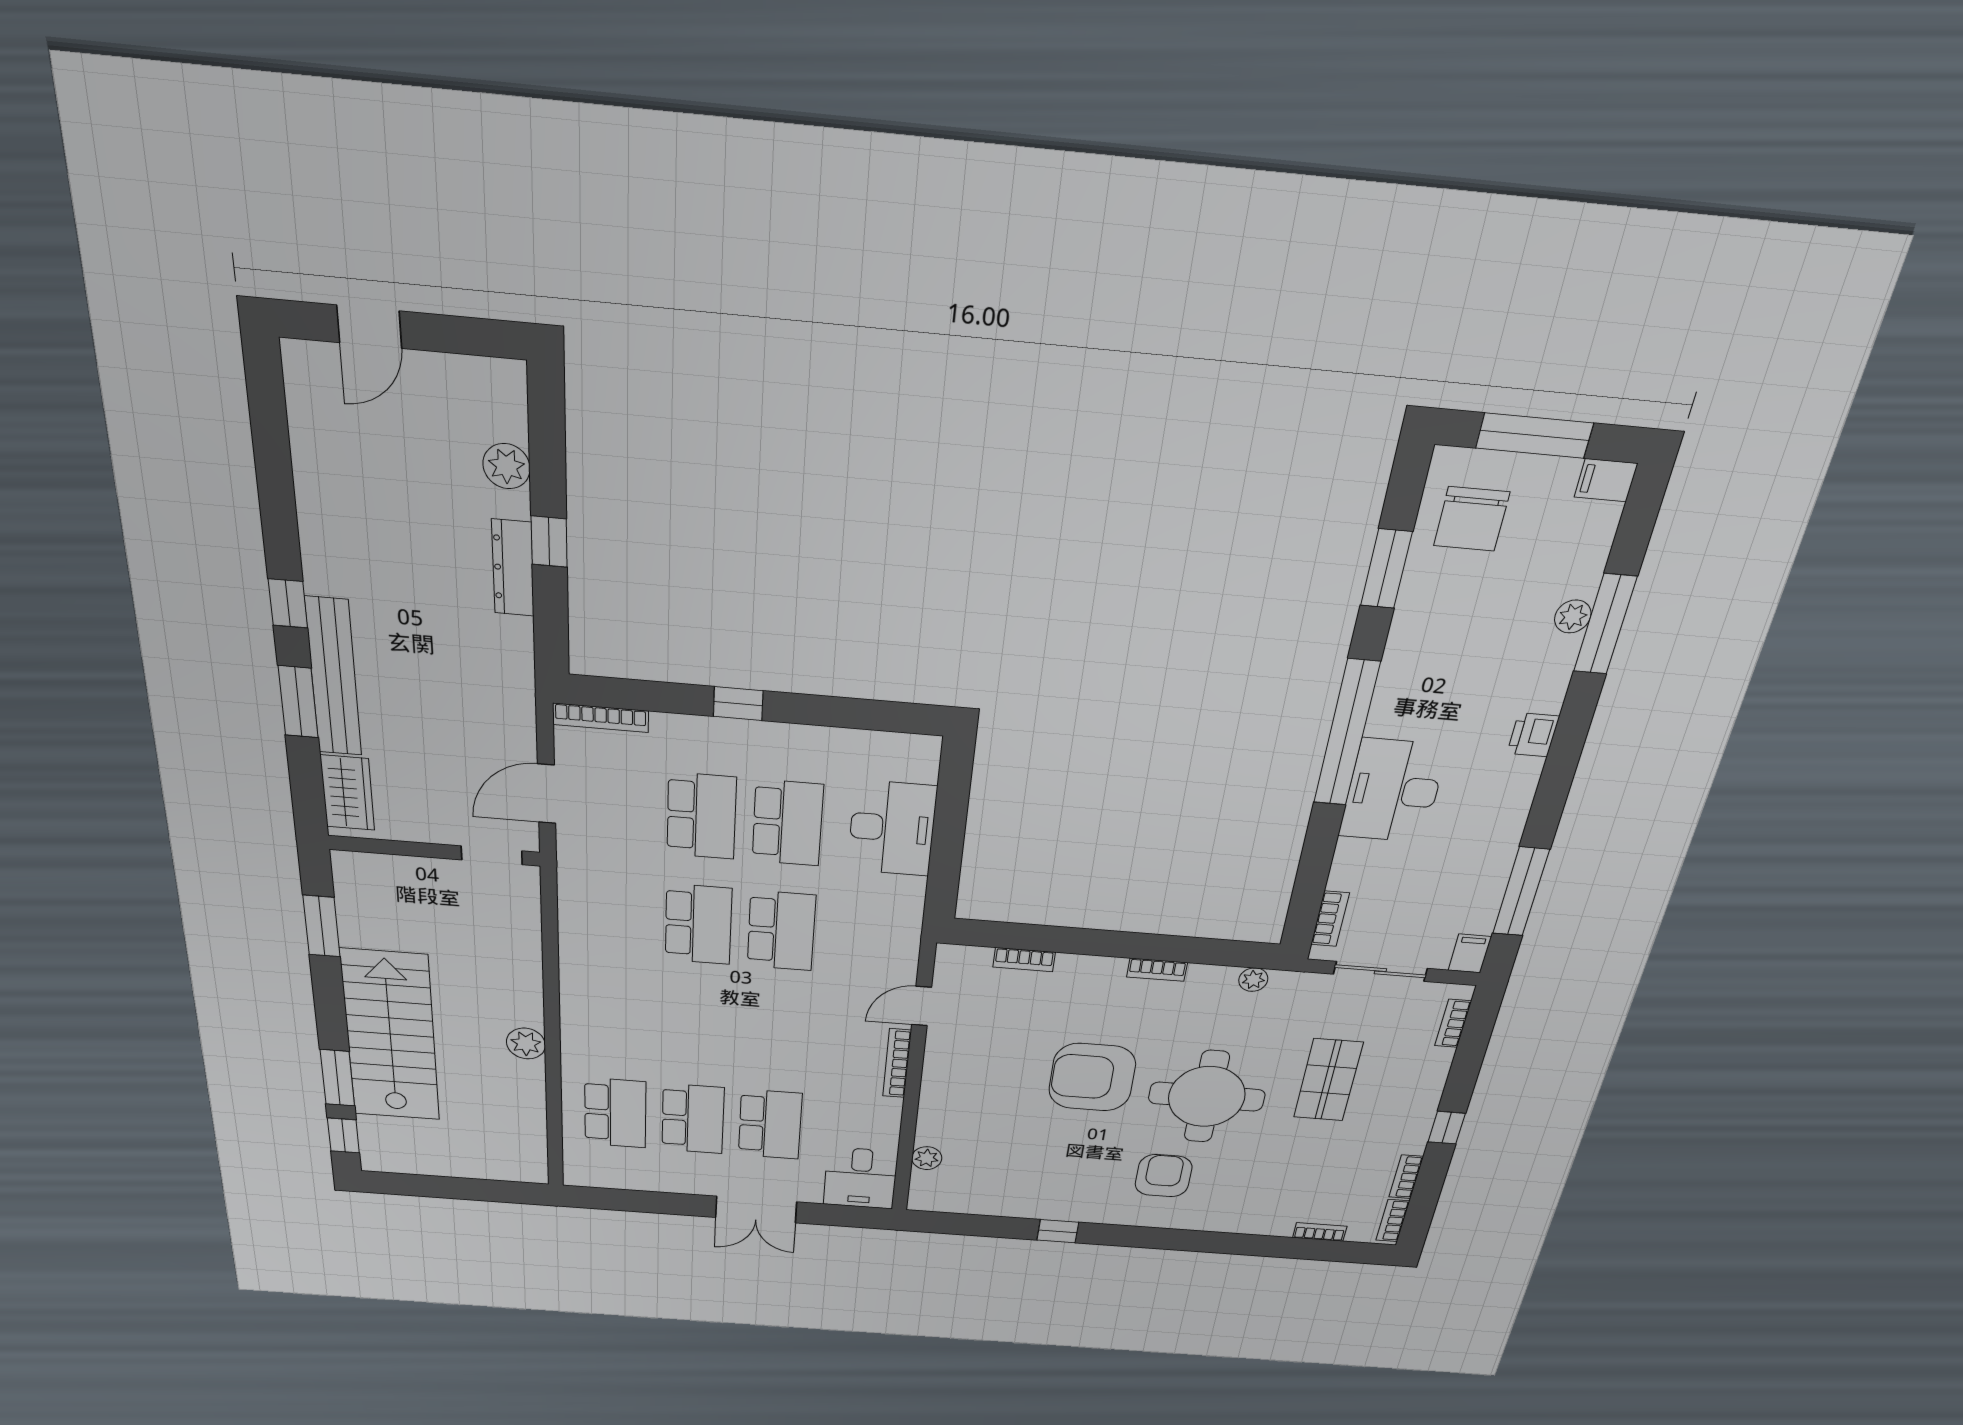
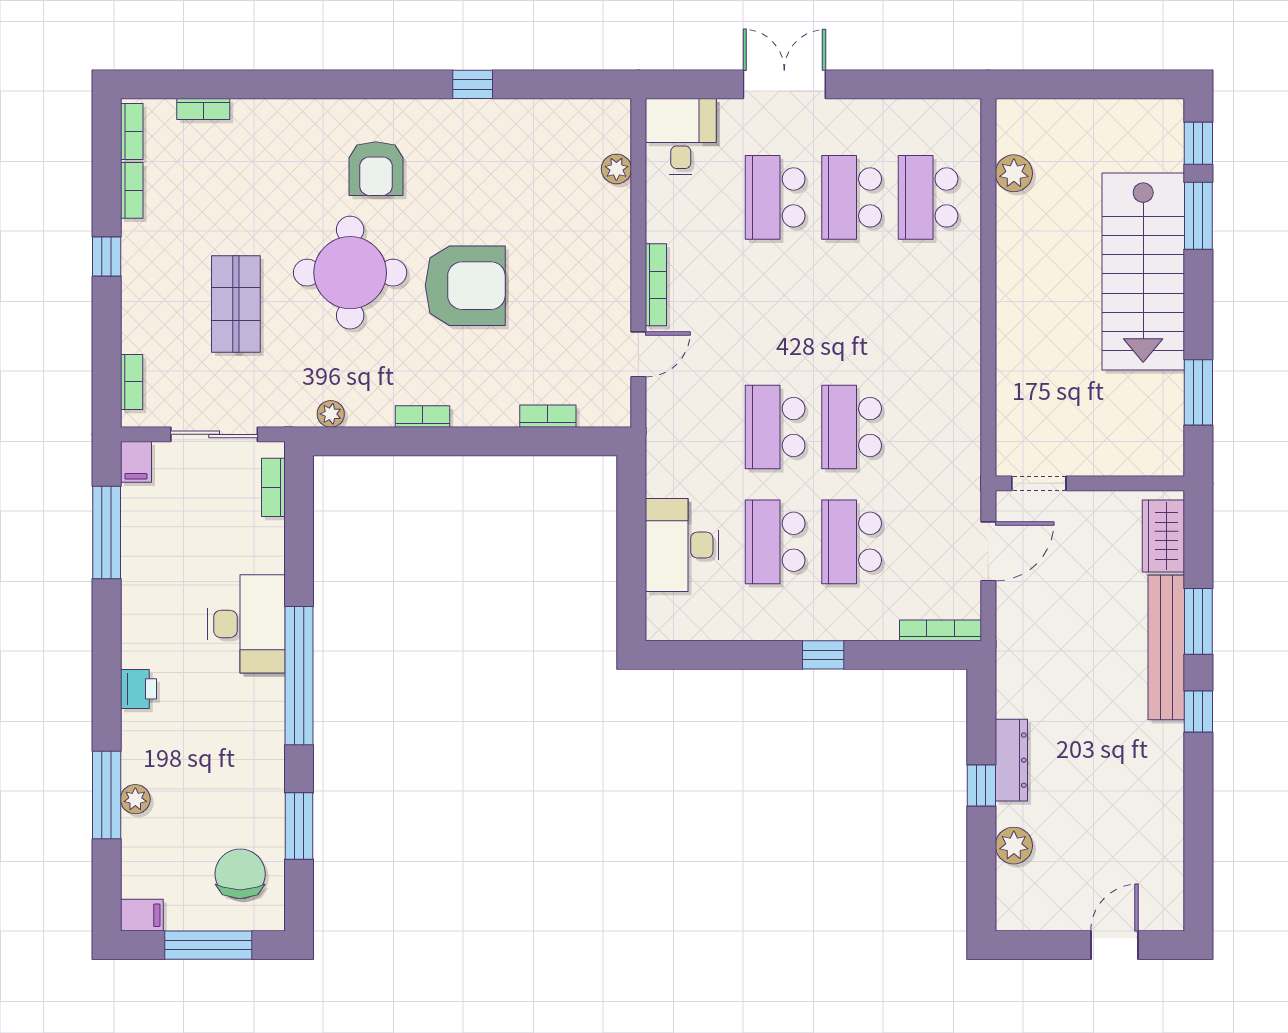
plant: (526, 1044) -> (1014, 173), moved

